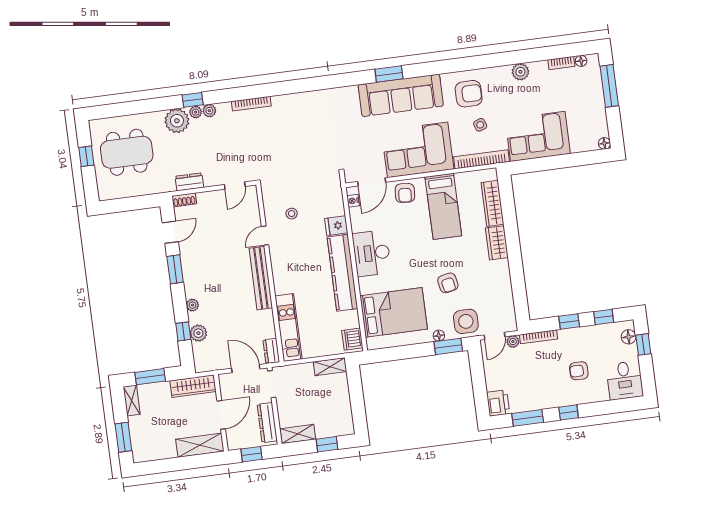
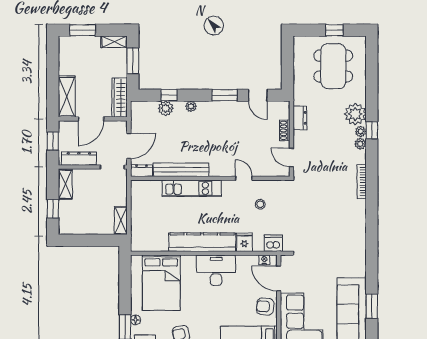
shoe rack: (184, 200) -> (285, 130), moved
bench: (261, 278) -> (181, 170), moved
kitchen unit: (288, 328) -> (192, 188), moved
dishwasher: (352, 339) -> (273, 243), moved
door: (221, 415) -> (91, 119), hinge flipped

